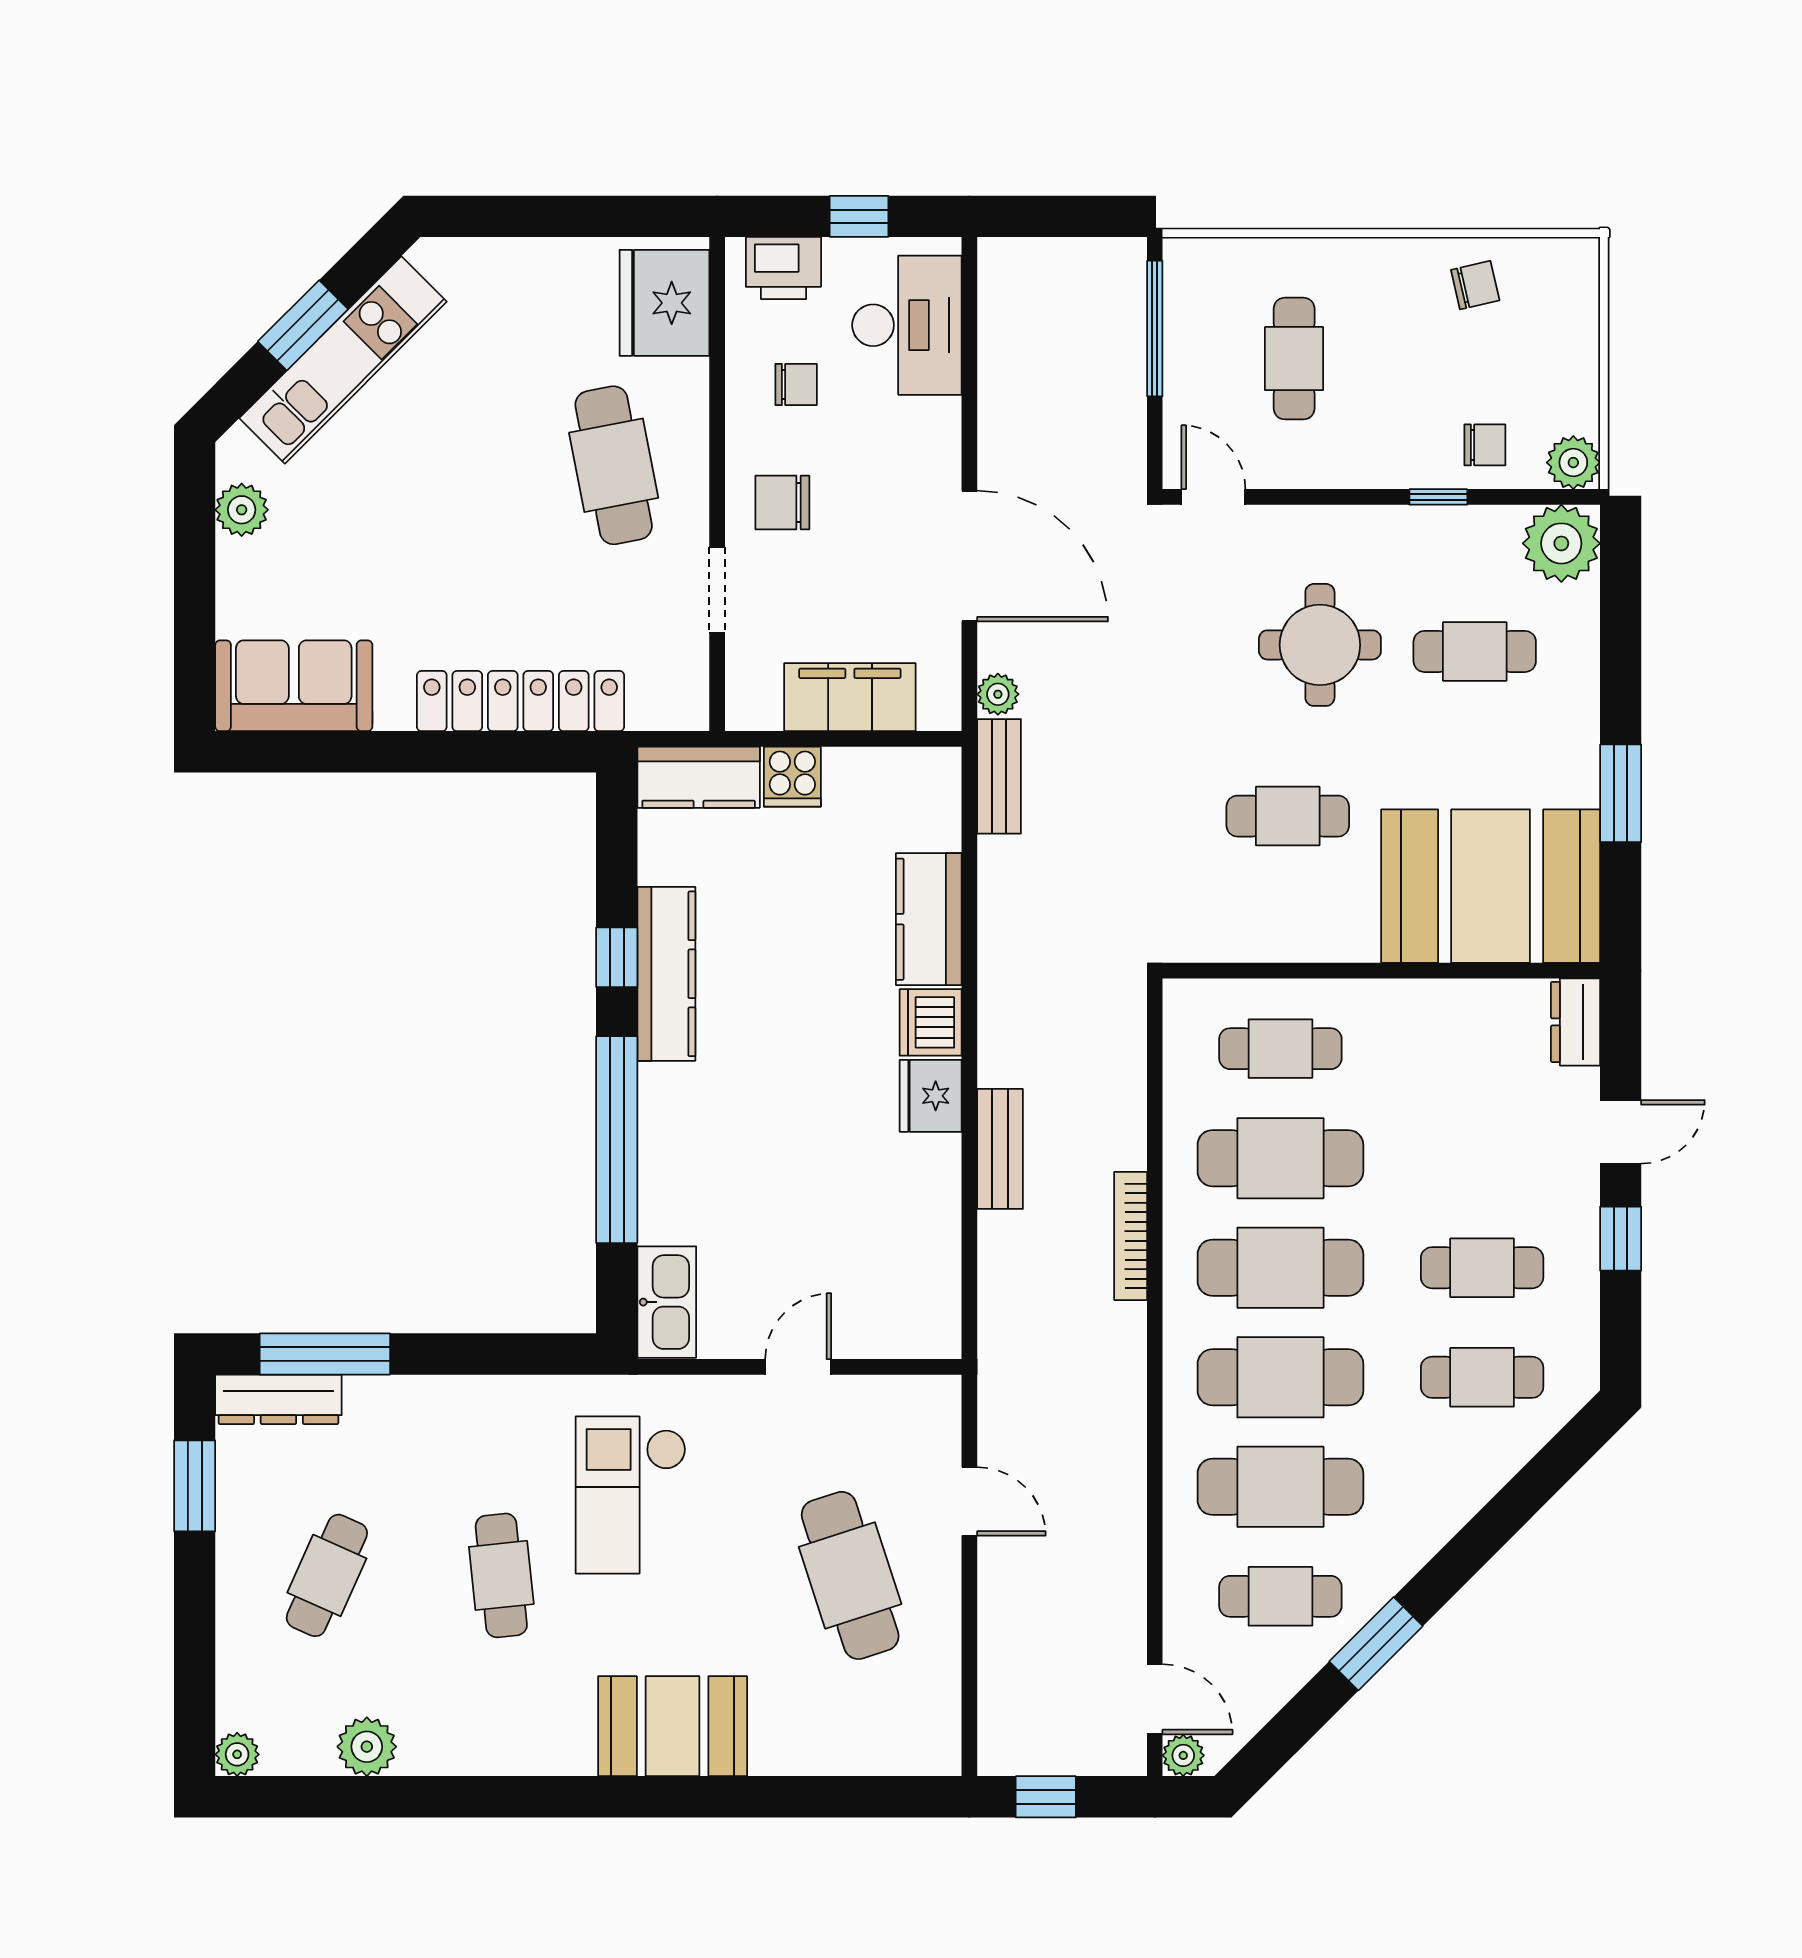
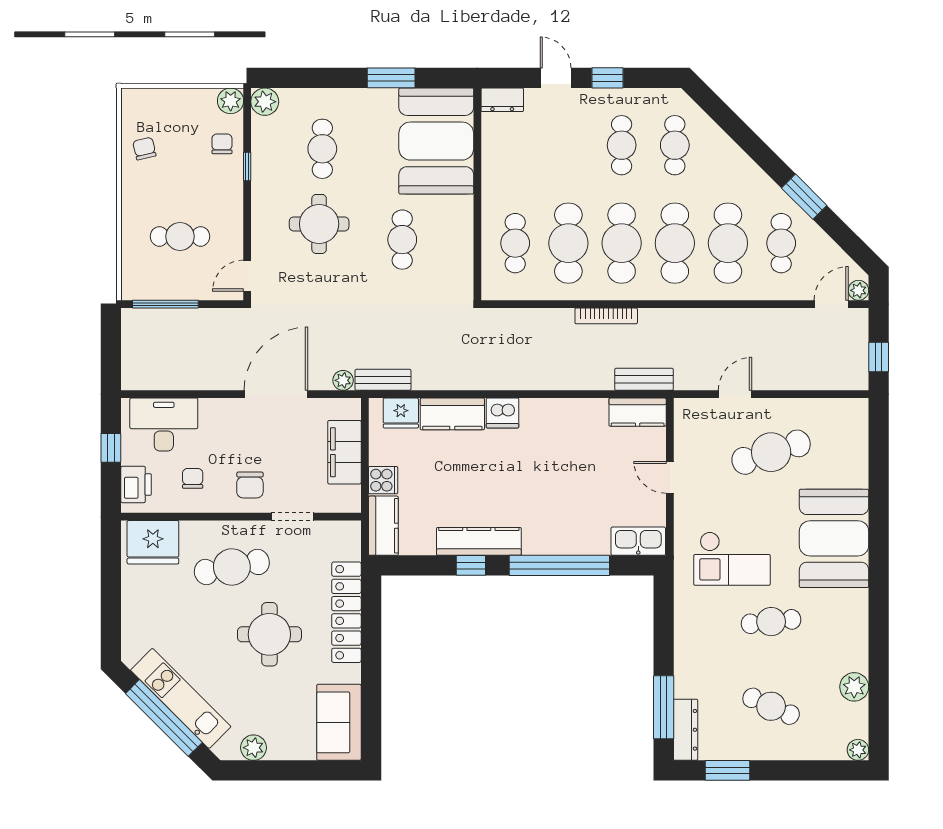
window: (303, 325) -> (164, 718), width x2.11
round table: (475, 543) -> (269, 634), added
plant: (1561, 543) -> (265, 102), width x0.73, depth x0.73
fridge: (931, 1096) -> (401, 413), moved
bench: (1000, 1149) -> (644, 379), moved
kitchen counter: (932, 1301) -> (638, 412), added
booth: (673, 1726) -> (834, 538), width x1.36, depth x1.42

